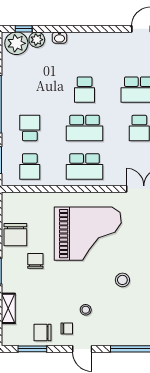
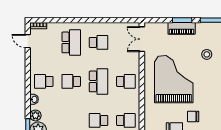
school desk: (85, 51) -> (44, 81), added
school desk: (85, 90) -> (71, 81), turned 180
school desk: (85, 166) -> (126, 81), width x0.54

